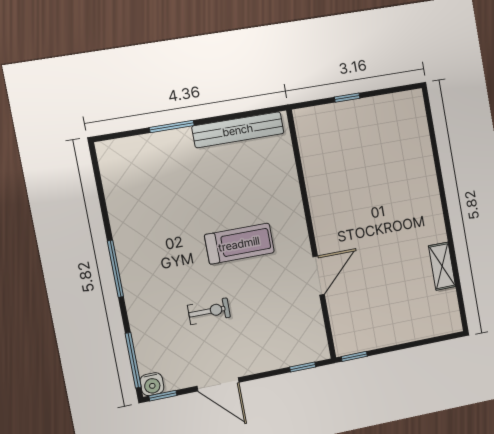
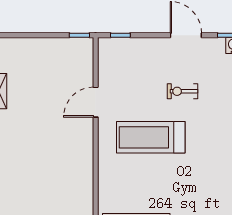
treadmill: (239, 244) -> (151, 137), width x1.37, depth x1.38

